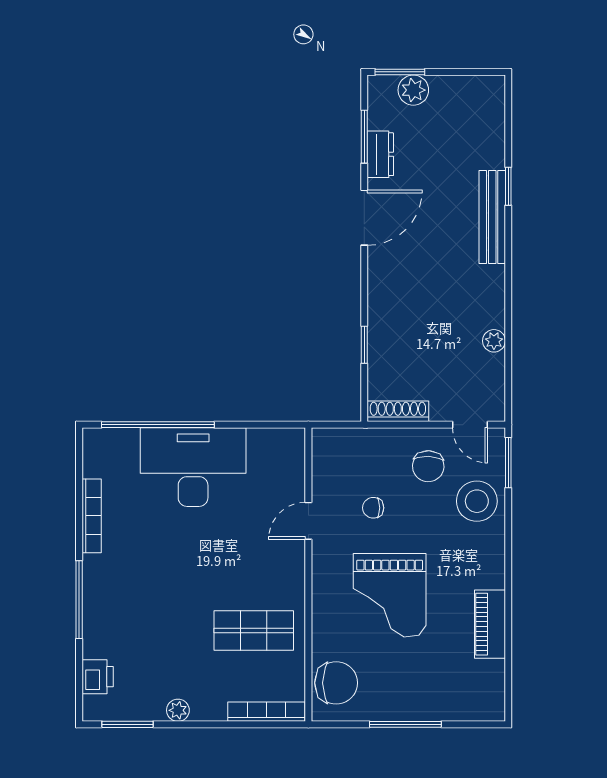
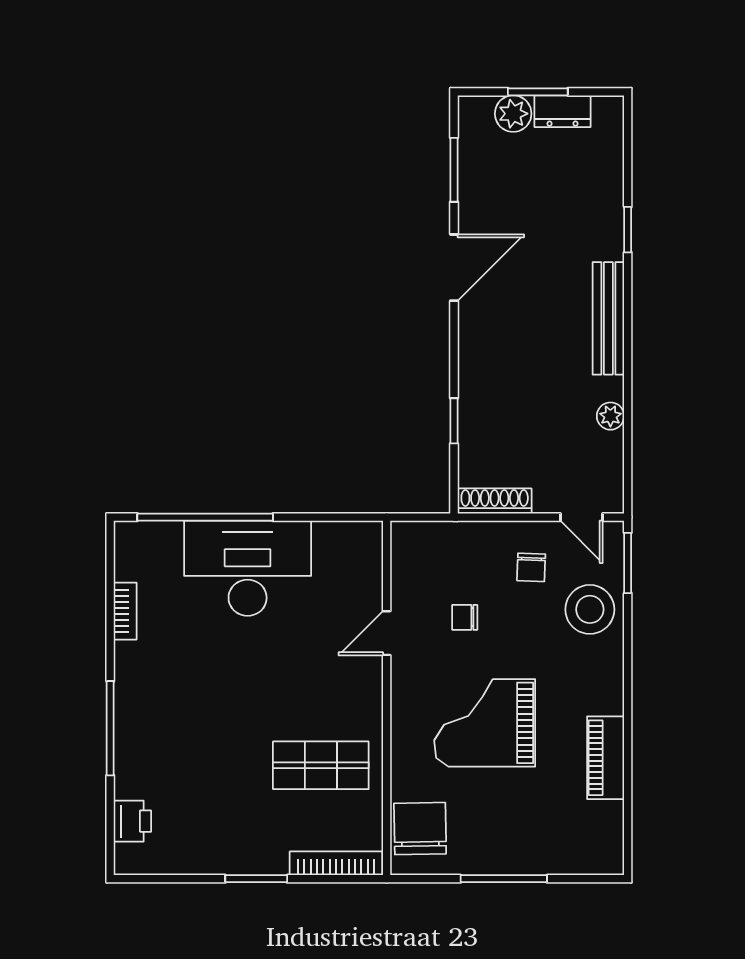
window: (400, 72) -> (538, 92), moved
dresser: (380, 154) -> (562, 111), moved, turned 90
bench: (492, 217) -> (608, 318), moved
chair: (428, 466) -> (531, 567), width x0.73, depth x0.73
bookcase: (92, 516) -> (125, 611), width x0.64
grand piano: (390, 595) -> (485, 723), turned 90
chair: (336, 683) -> (420, 829), turned -91
plant: (178, 710) -> (229, 862), removed
window: (127, 724) -> (256, 879), moved

